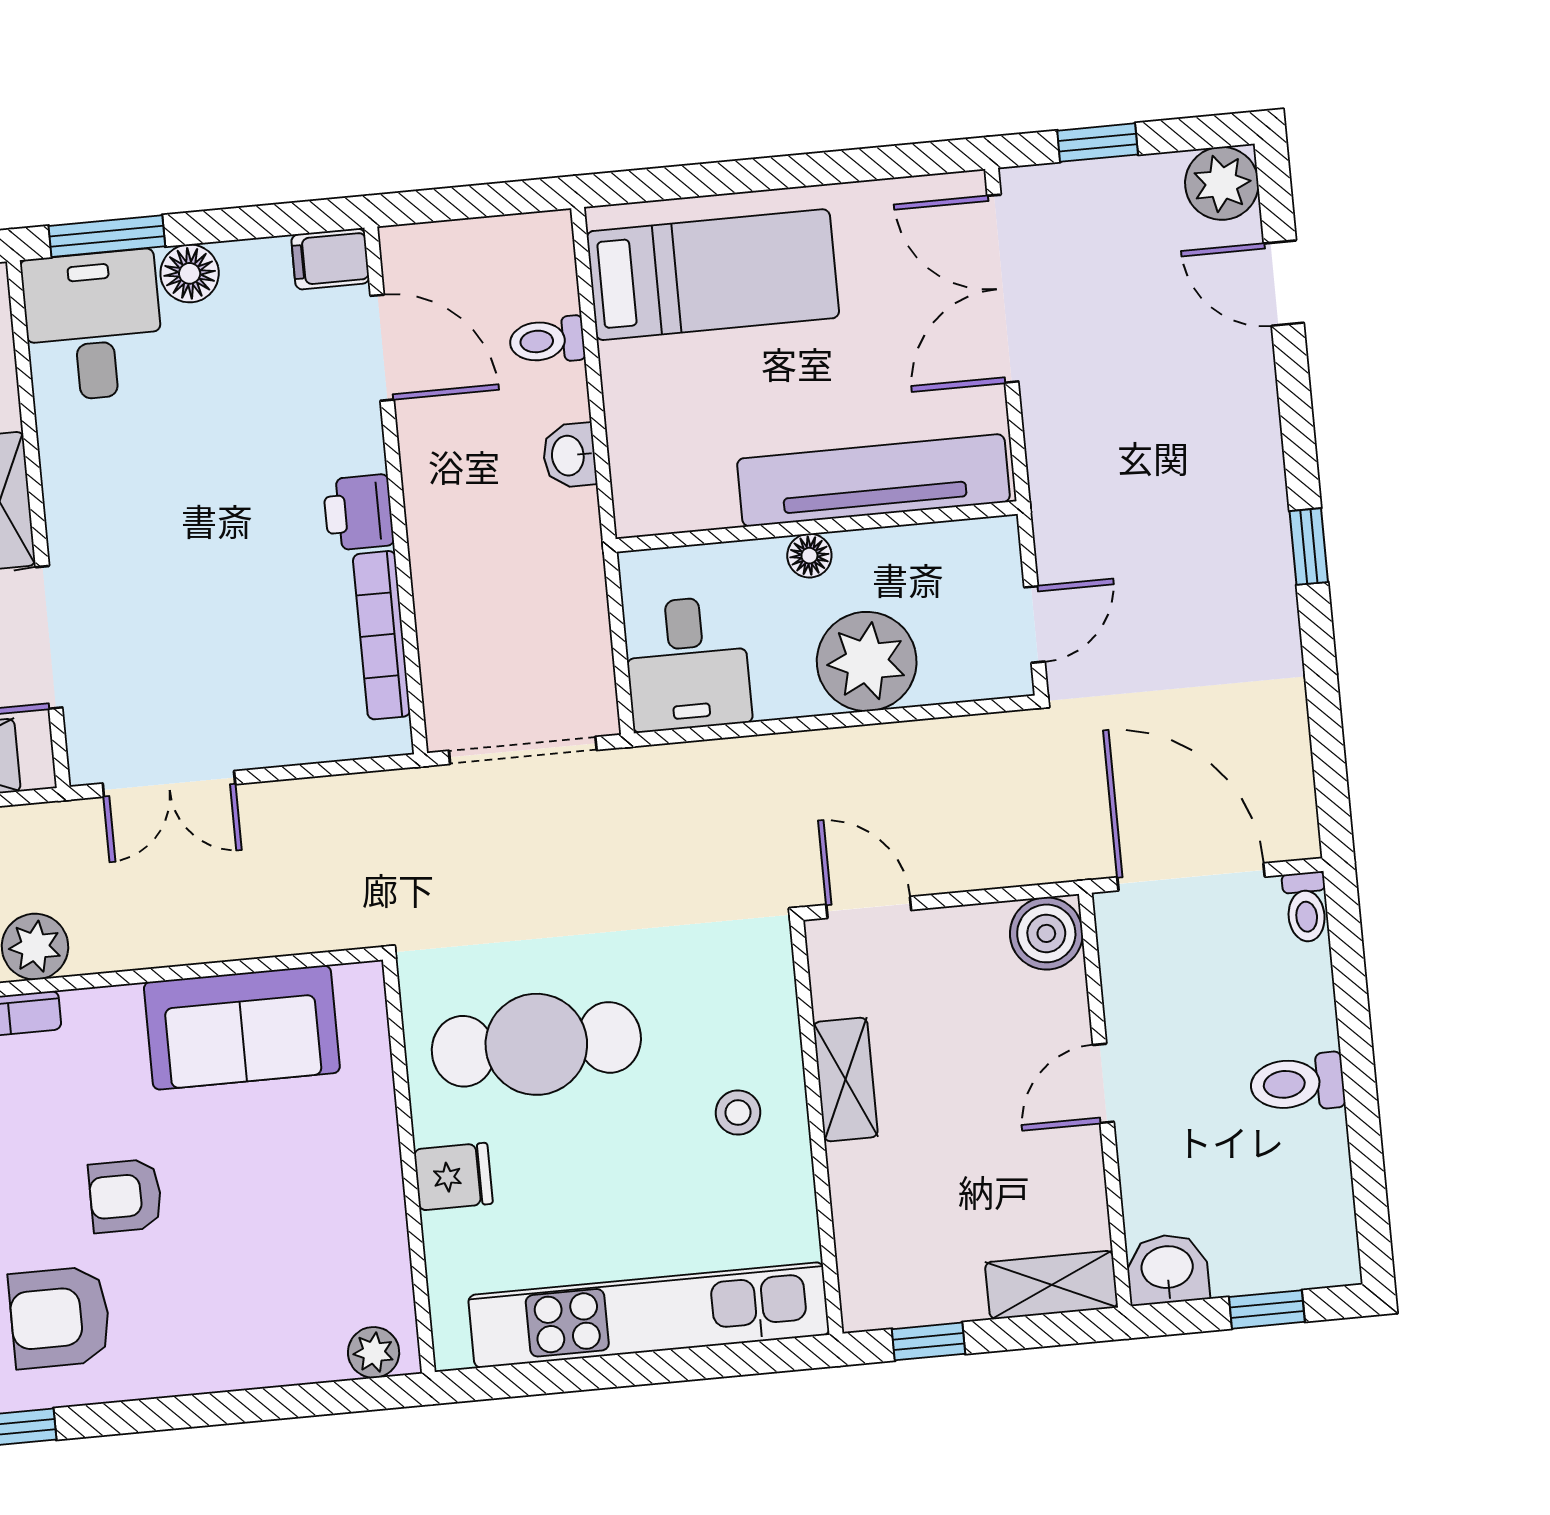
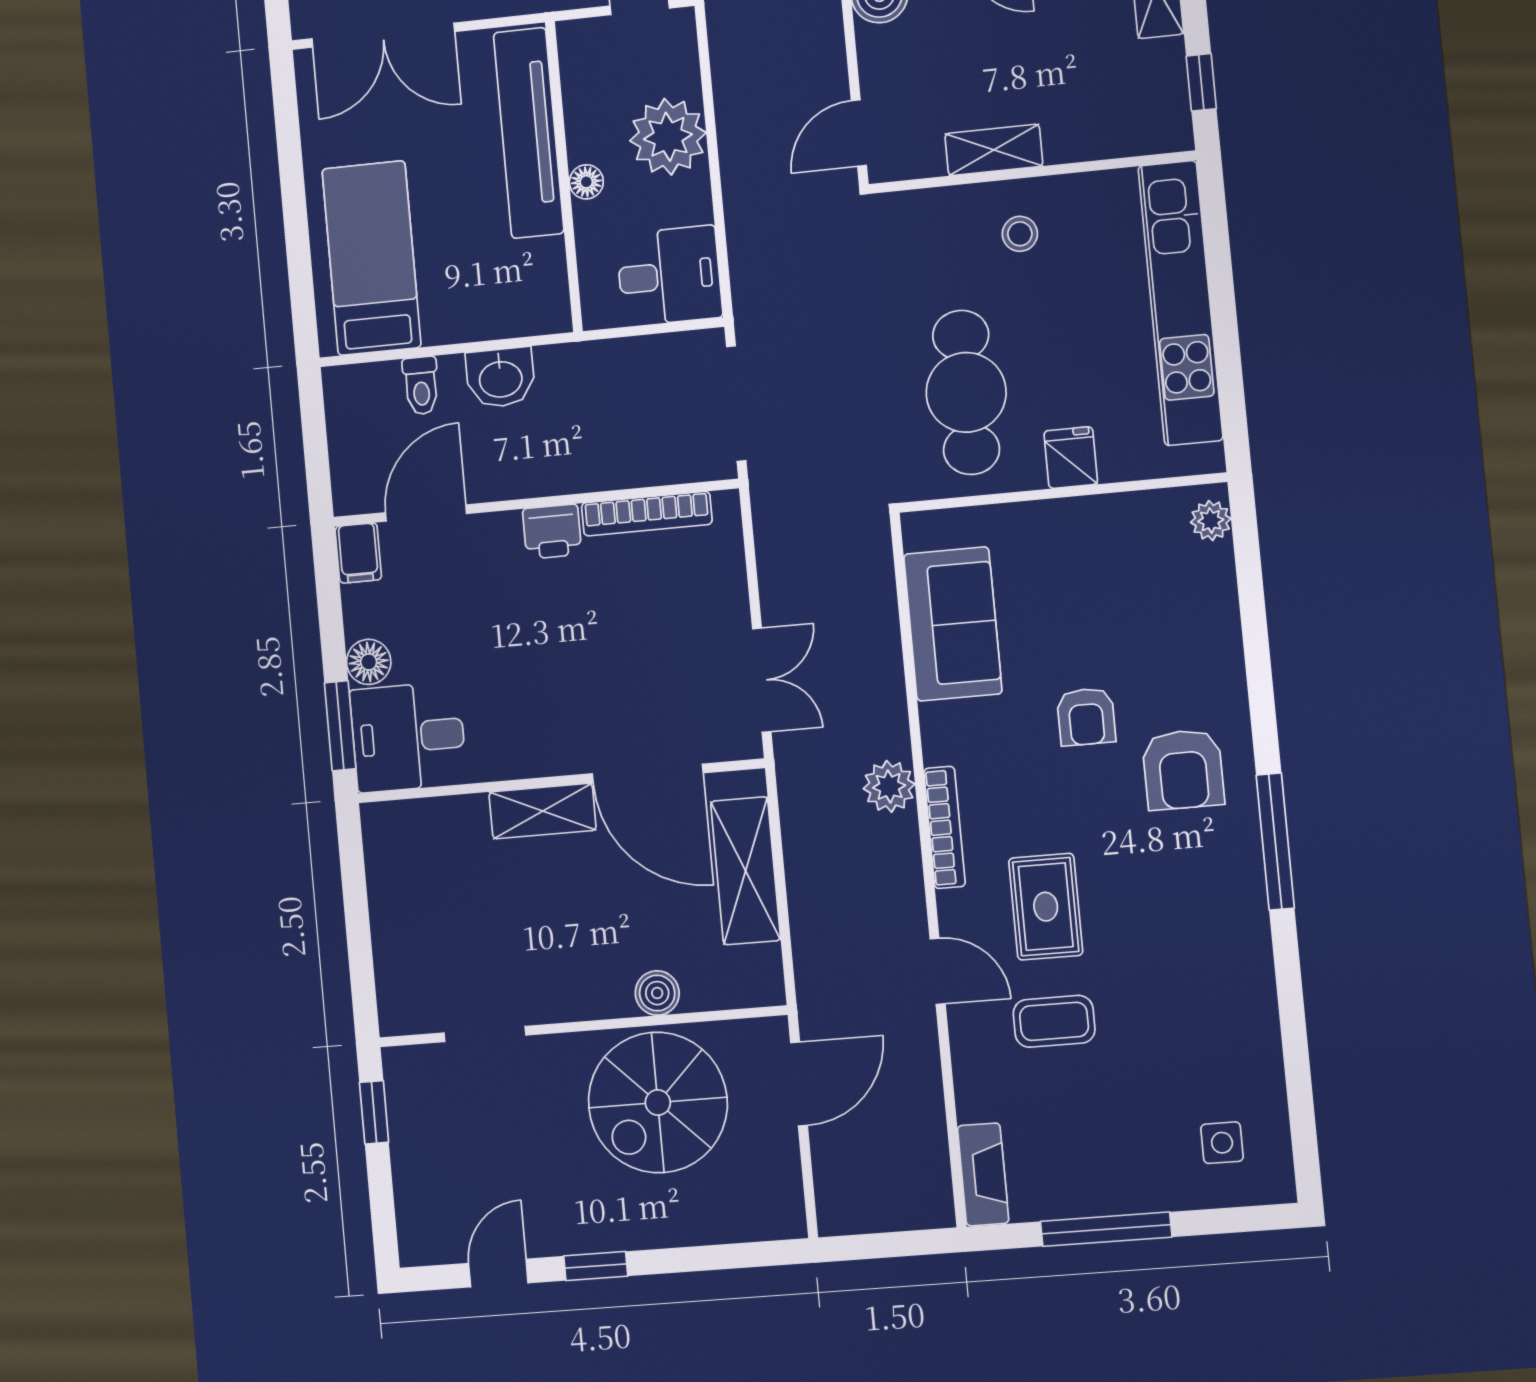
washbasin: (569, 455) -> (500, 378), width x1.38, depth x1.45

